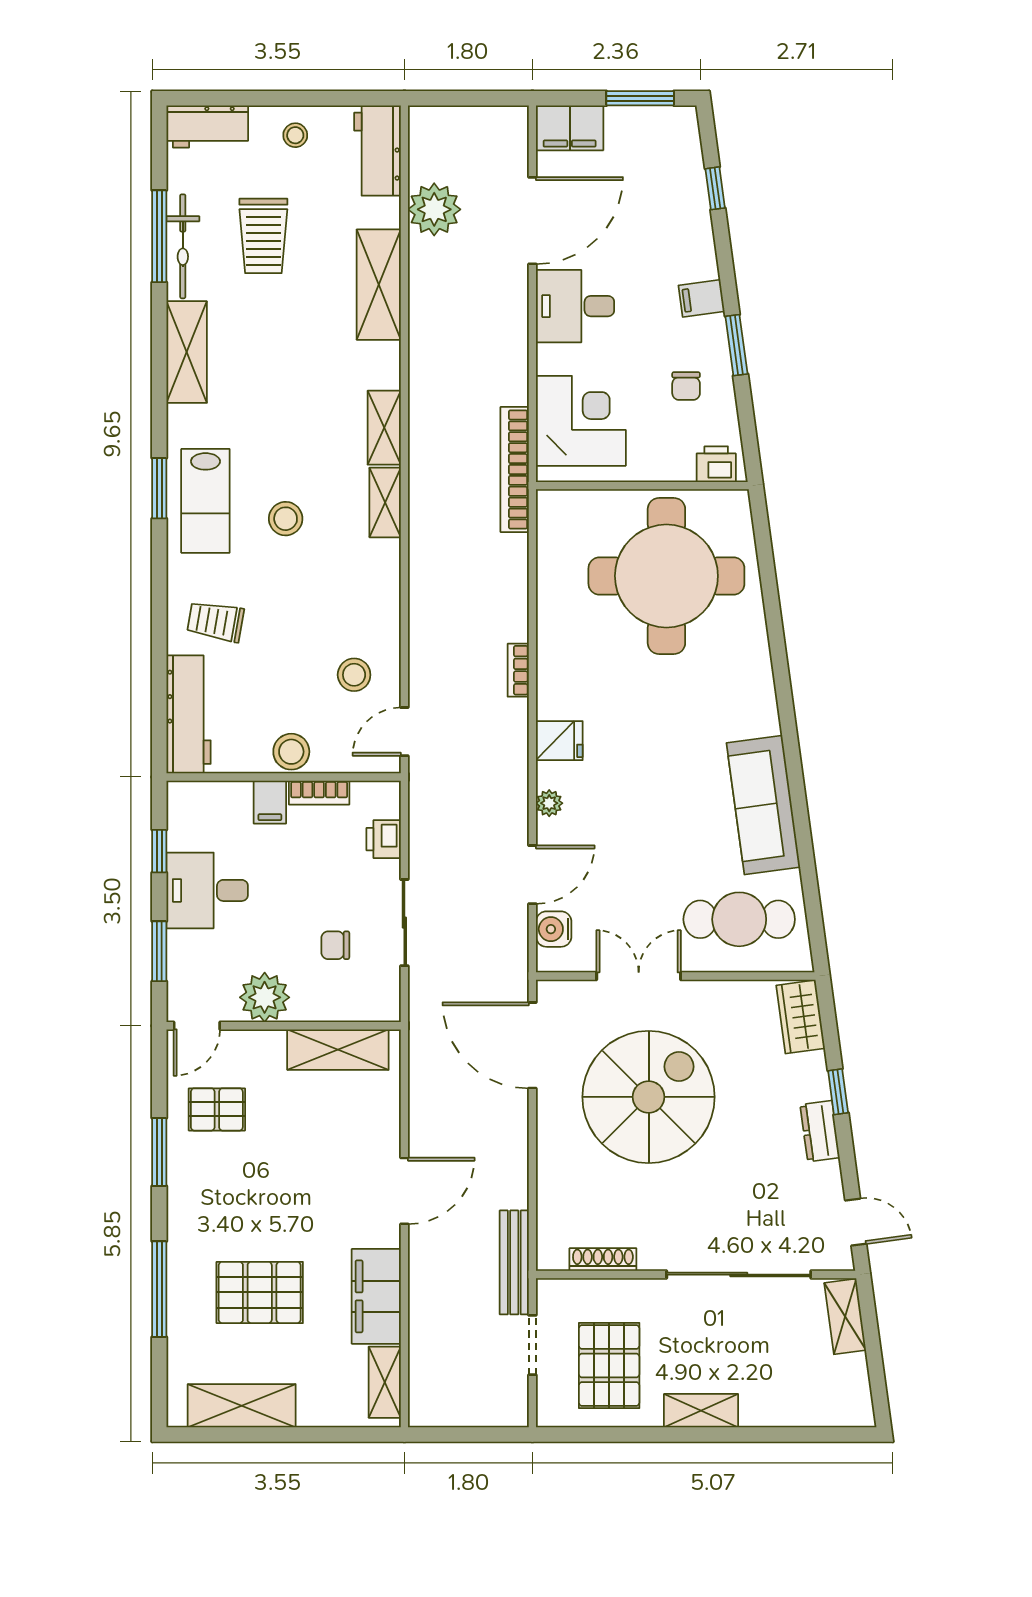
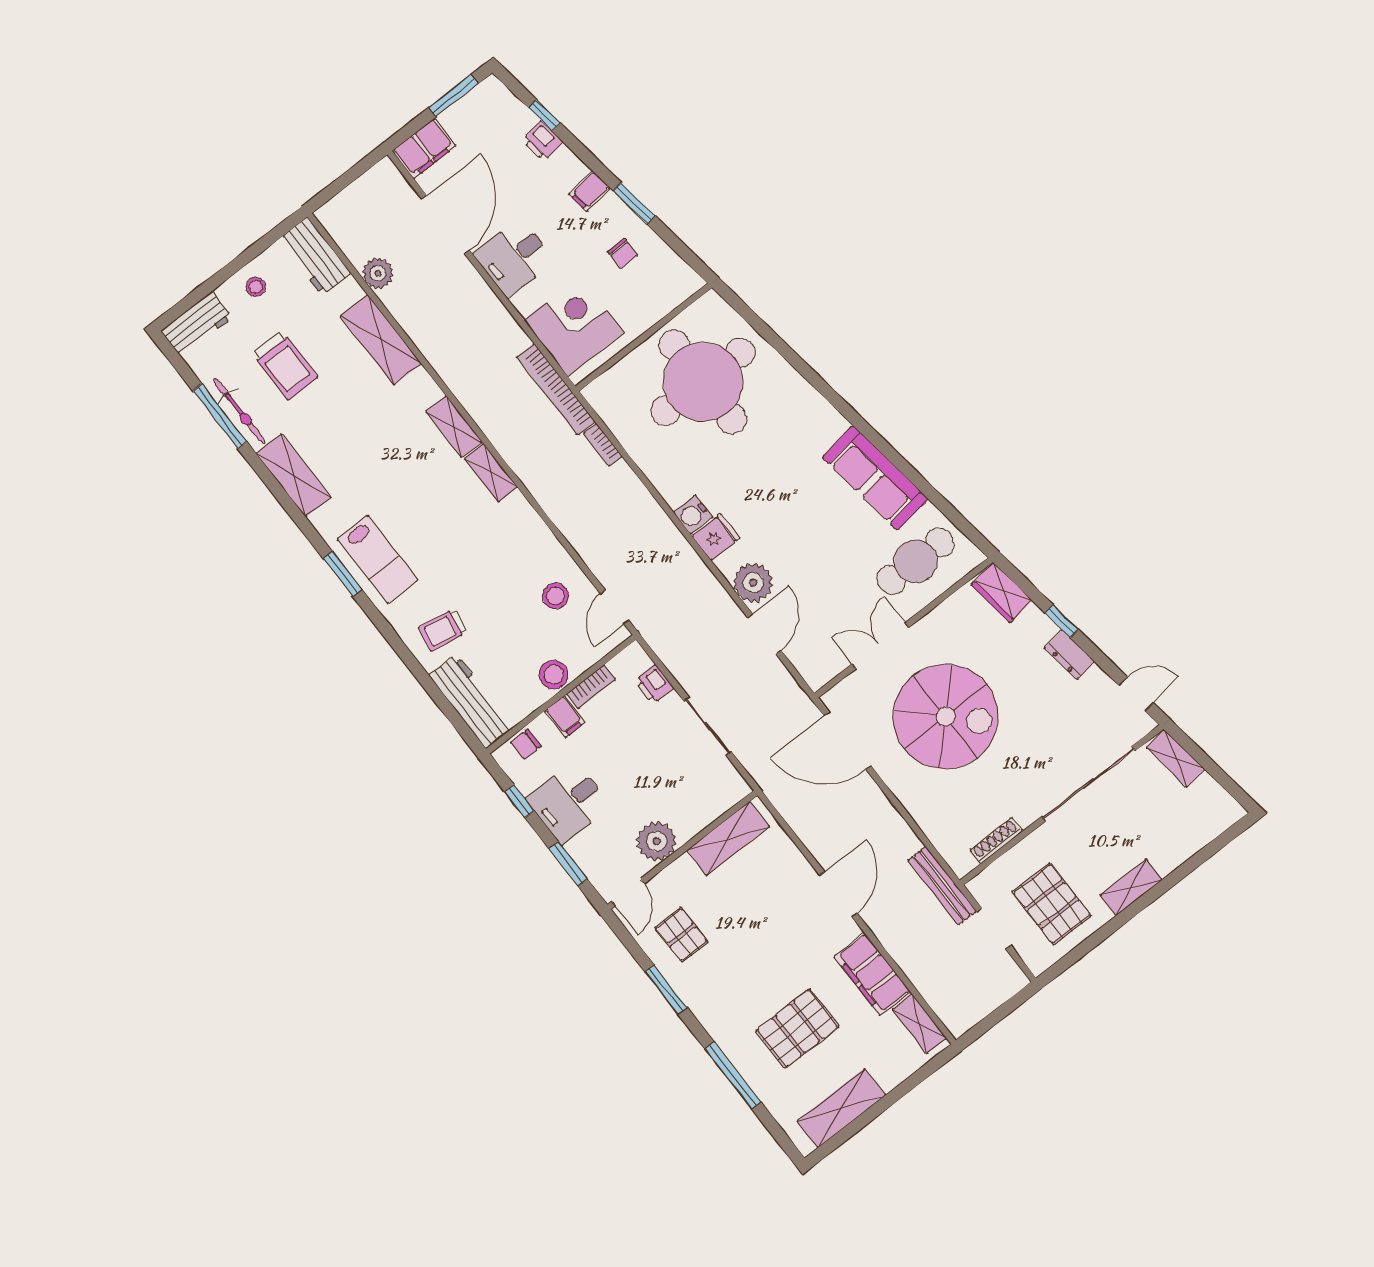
plant: (434, 209) -> (378, 273), width x0.73, depth x0.73
printer: (716, 464) -> (543, 141), moved, turned -98
stool: (286, 519) -> (437, 532), removed
bookcase: (518, 670) -> (603, 445), moved
plant: (549, 803) -> (753, 583), width x1.88, depth x1.88
water cooler: (554, 929) -> (693, 515), moved
chair: (335, 945) -> (526, 744), moved
spiral stairs: (649, 1097) -> (946, 717), turned 90
pallet: (217, 1109) -> (681, 935), turned 90

